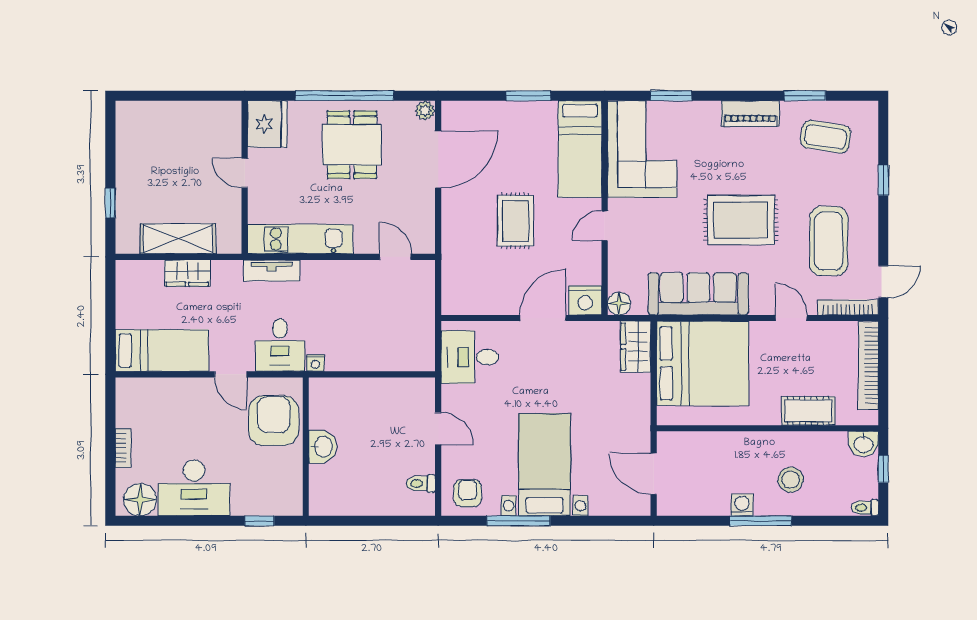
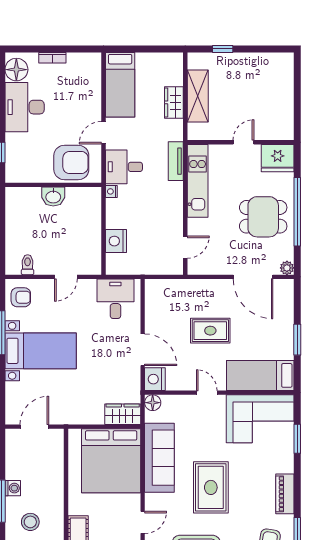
nightstand: (387, 356) -> (116, 241), added

